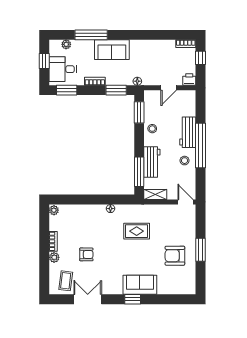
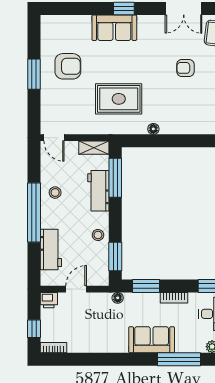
workbench: (188, 132) -> (51, 250), moved
rug: (137, 231) -> (119, 99), width x1.36, depth x1.43

